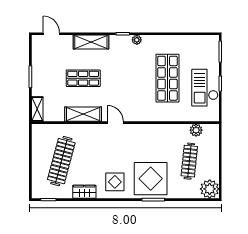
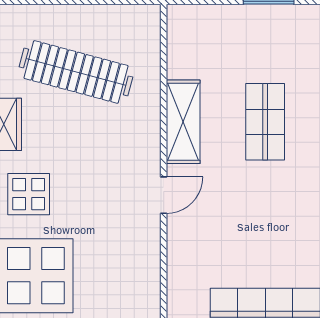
shelving: (37, 109) -> (195, 17), removed

